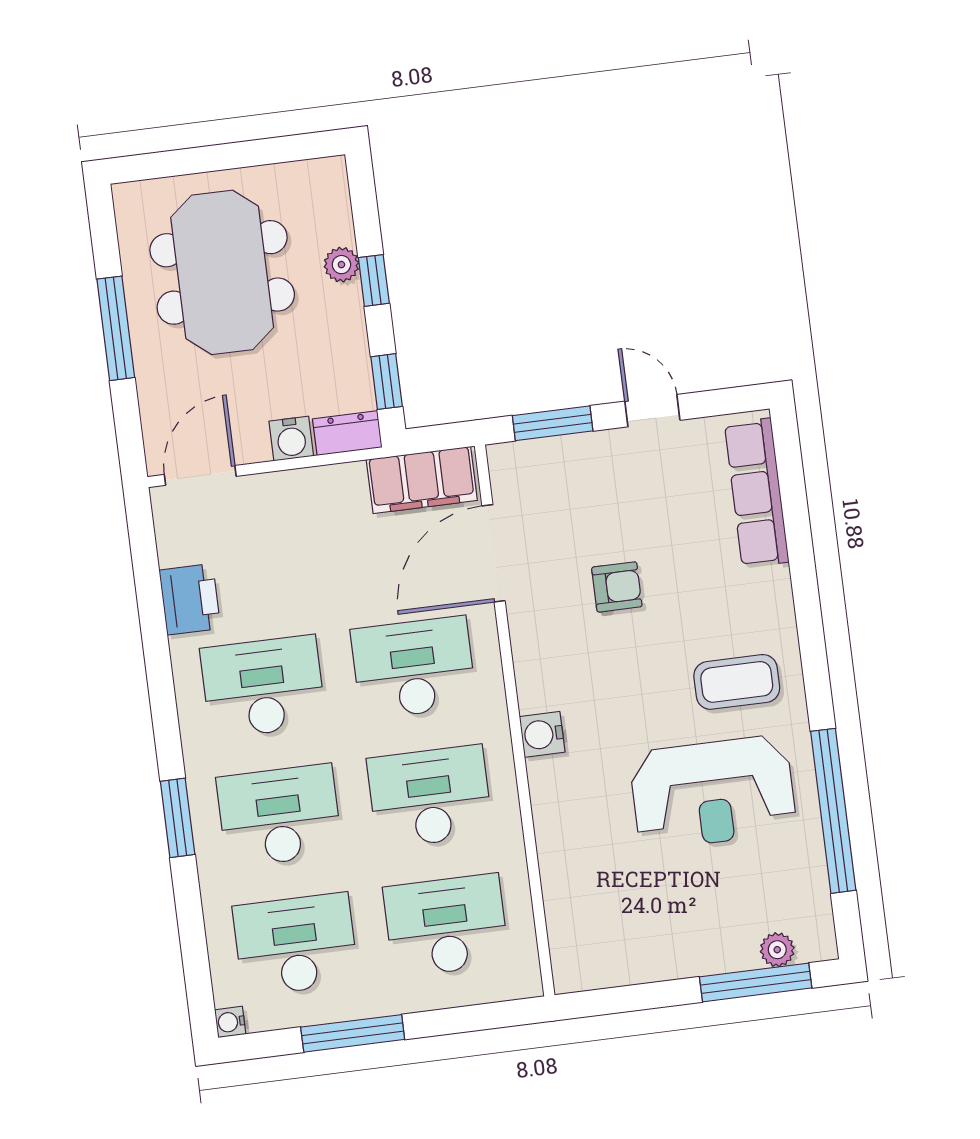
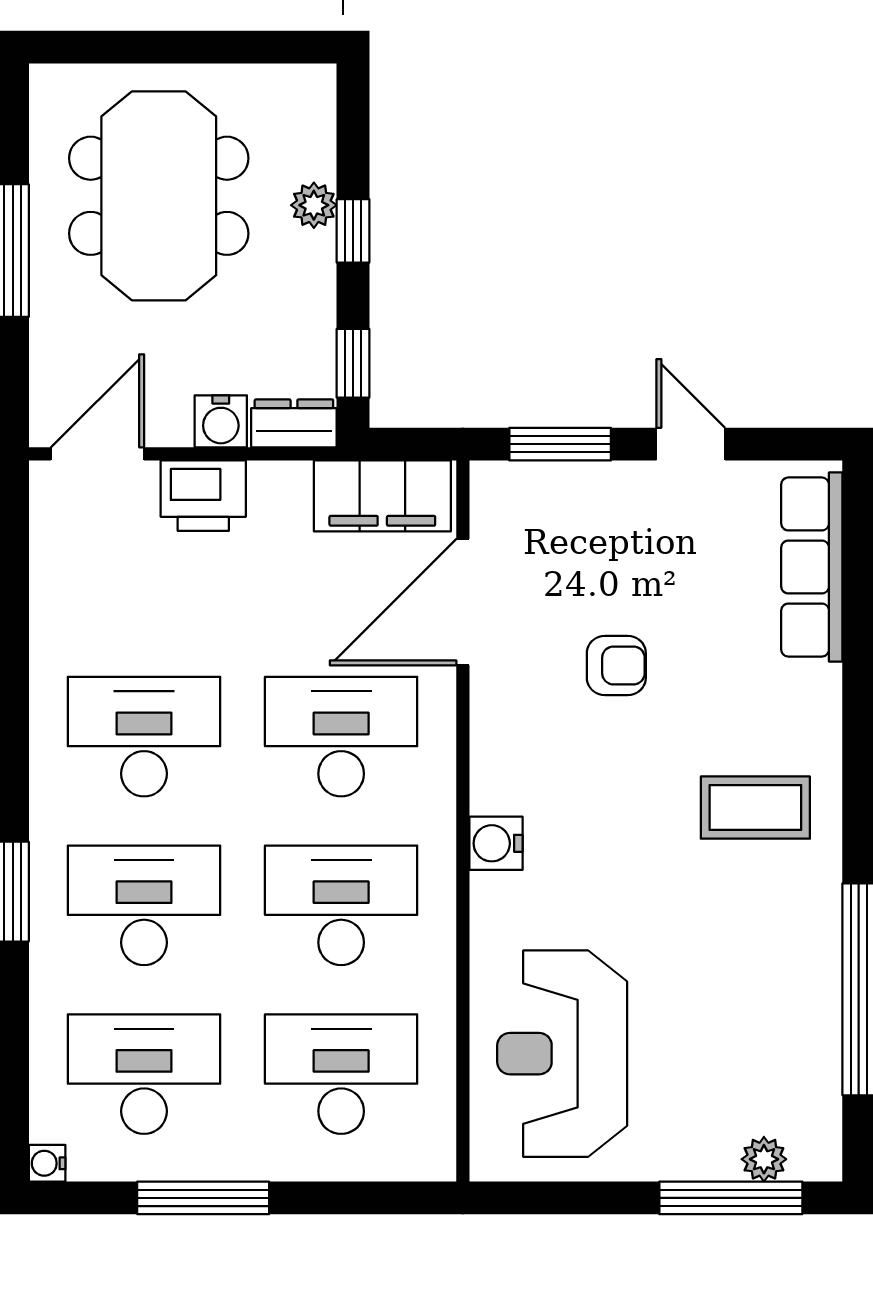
printer: (190, 599) -> (203, 496), moved, turned 90
reception desk: (713, 792) -> (562, 1054), moved, turned 90

